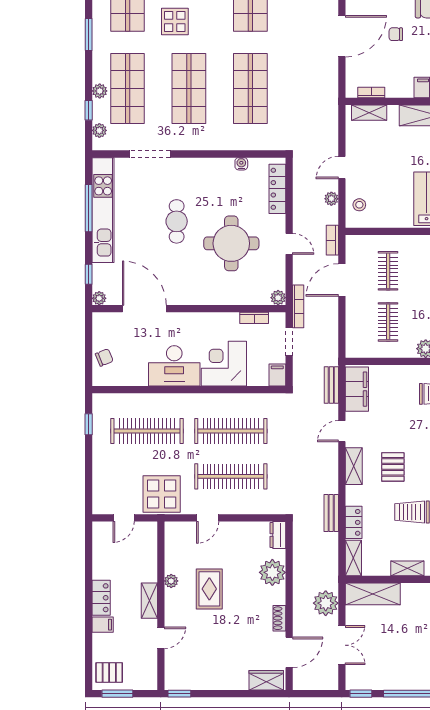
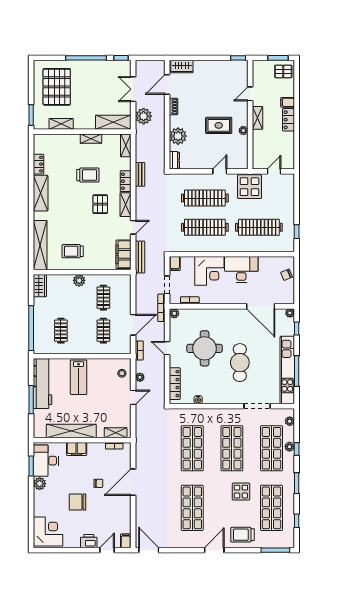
window: (89, 110) -> (297, 449), moved
cafe table: (177, 221) -> (240, 363), width x1.37, depth x1.35
bench: (331, 385) -> (140, 257), width x1.36
locker: (354, 522) -> (126, 181), moved
rug: (209, 589) -> (219, 125), turned 90

